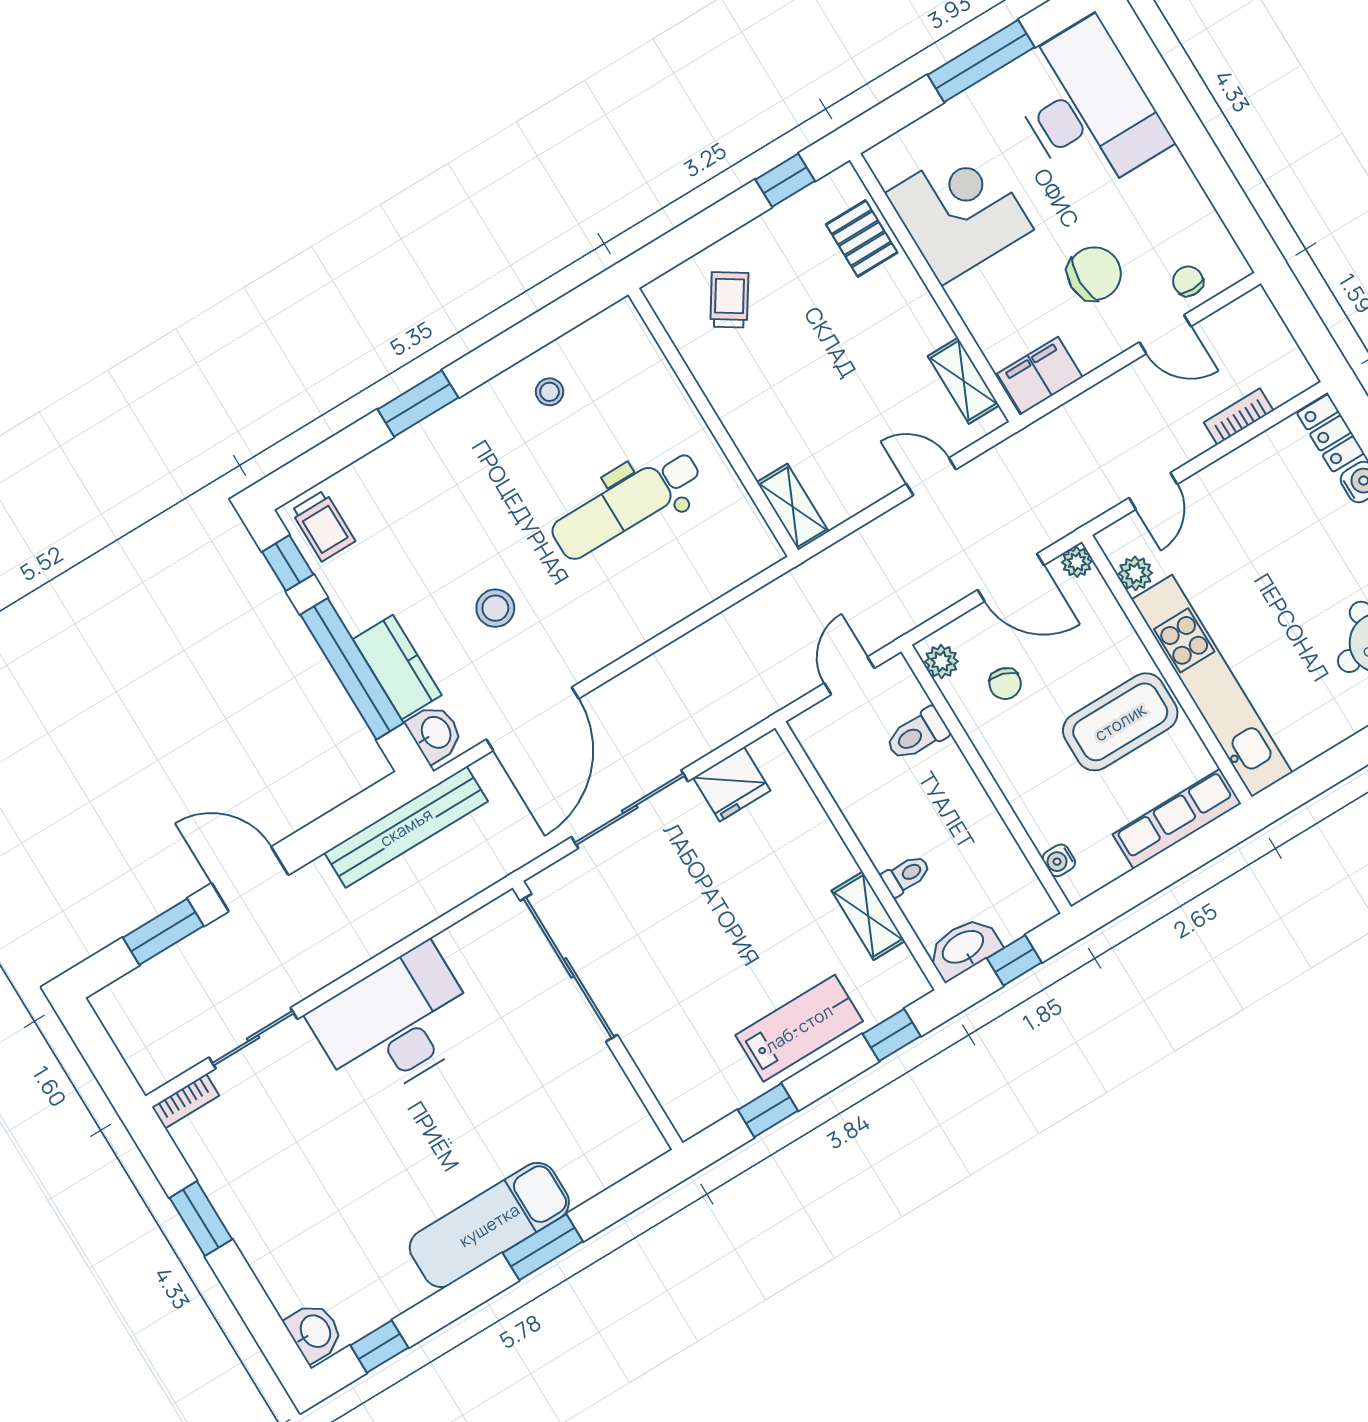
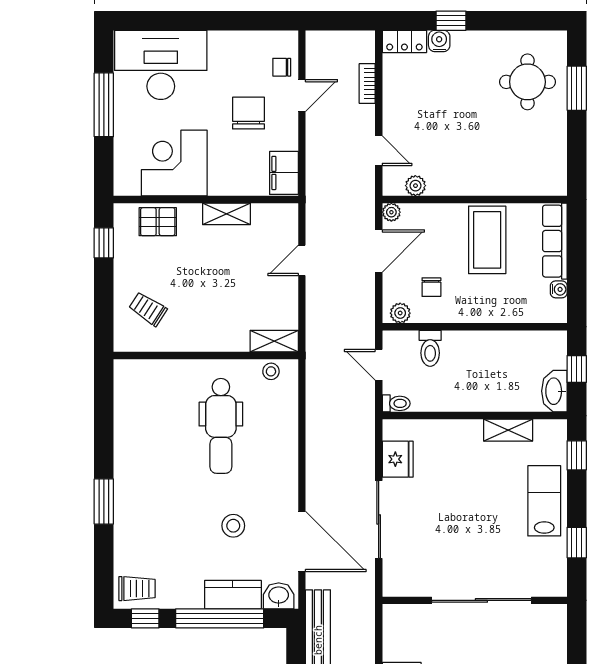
shelving: (963, 381) -> (226, 214), moved
stool: (550, 392) -> (271, 371), moved
chair: (1005, 684) -> (431, 287), turned 73
kitchen unit: (1212, 686) -> (497, 181), removed
water cooler: (1059, 860) -> (559, 289), moved, turned -90
toilet: (906, 875) -> (396, 403), moved, turned 90
sliding door: (569, 968) -> (481, 600), moved

